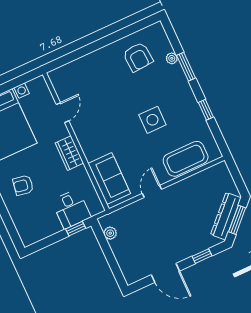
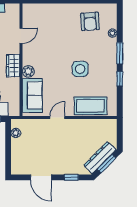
window: (186, 67) -> (120, 53), moved
plant: (91, 152) -> (28, 71), added

